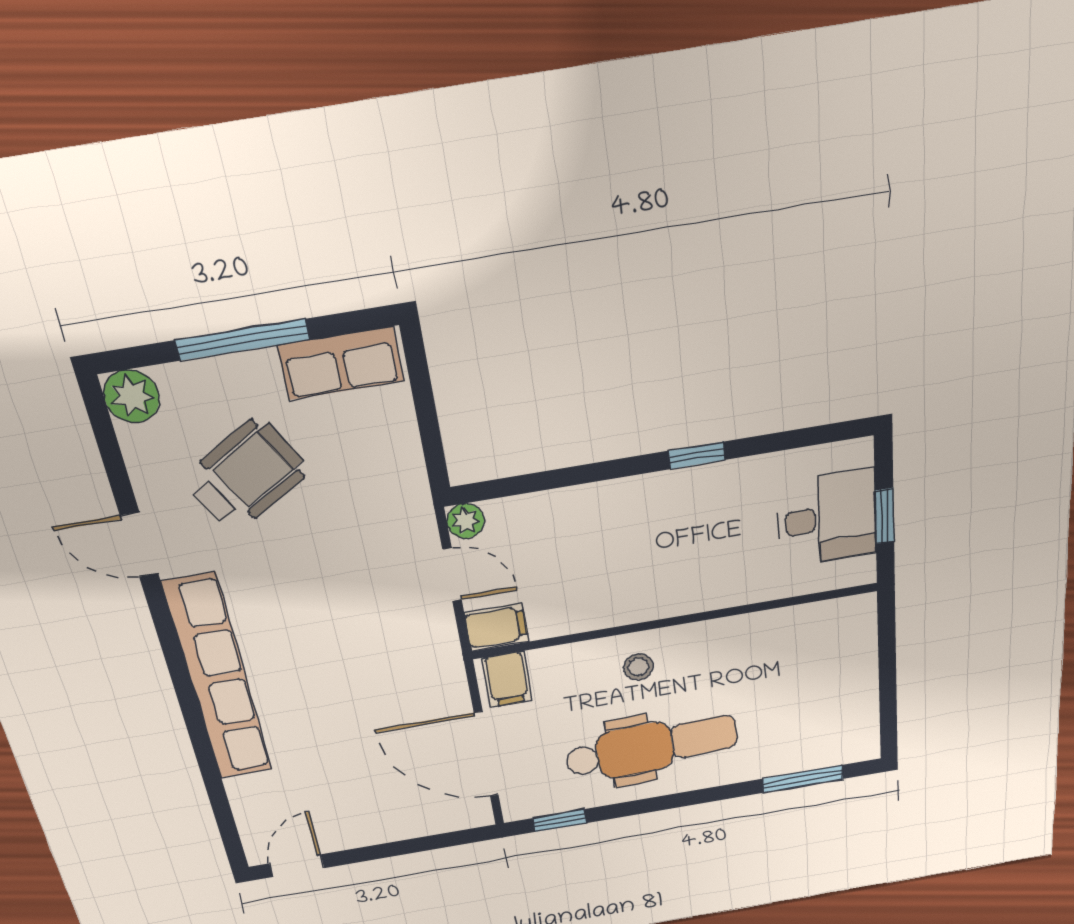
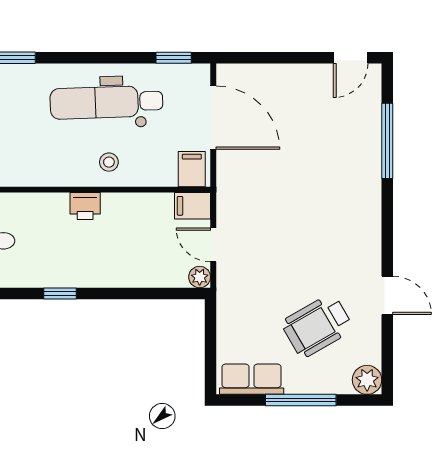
printer: (669, 598) -> (85, 206), added
row of seats: (219, 679) -> (365, 203), removed
window: (209, 770) -> (387, 141), added

